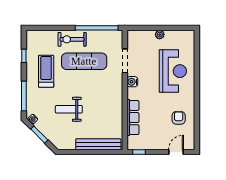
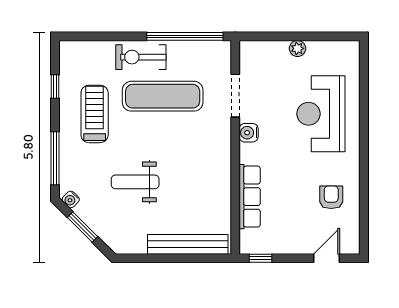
reception desk: (173, 71) -> (321, 114), turned 180

